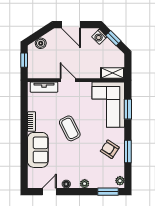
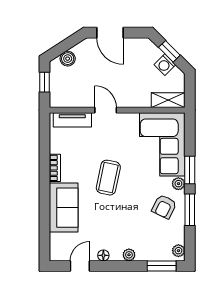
washing machine: (99, 37) -> (165, 65), moved
window: (128, 109) -> (190, 170), moved
coffee table: (70, 128) -> (108, 178), turned 39
plant: (120, 133) -> (178, 184), added
armchair: (110, 149) -> (164, 207), turned -97

